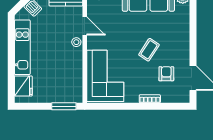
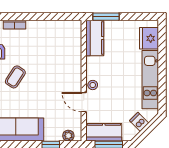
corner sofa: (105, 76) -> (62, 49), removed
kitchen counter: (74, 86) -> (95, 38), added

